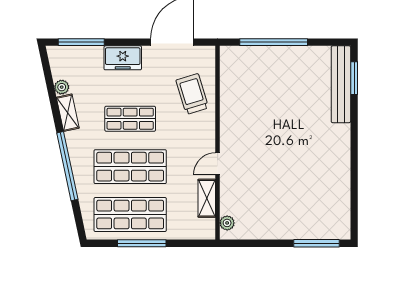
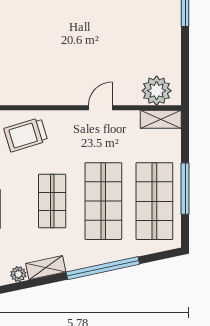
door: (218, 164) -> (100, 108), swing flipped
shelving: (207, 198) -> (161, 119), moved
plant: (227, 223) -> (157, 91), width x1.87, depth x1.87

